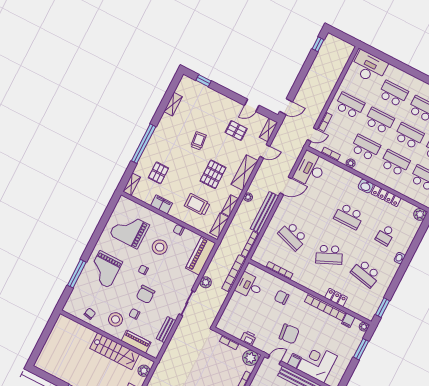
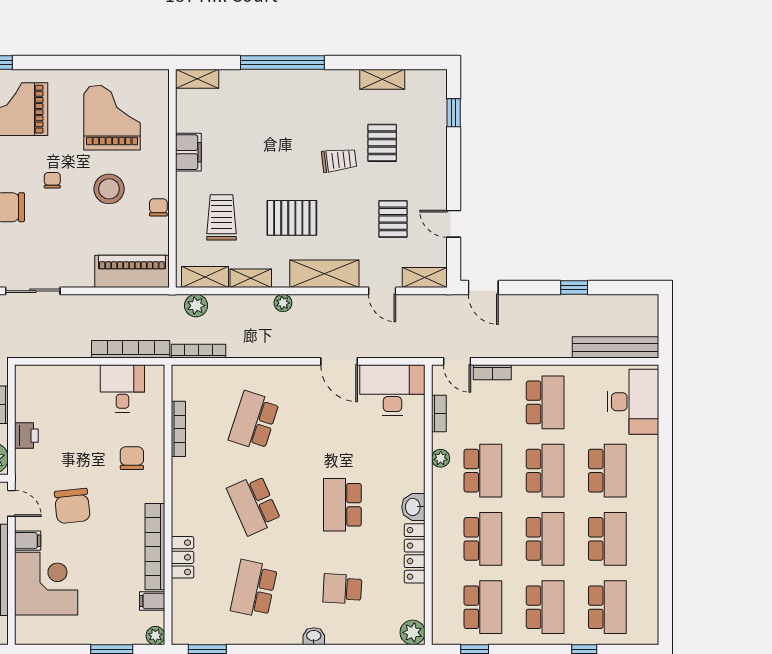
window: (318, 44) -> (574, 288), moved
pallet: (158, 173) -> (382, 143), moved, turned 90
bench: (265, 212) -> (616, 347), moved
plant: (206, 282) -> (196, 306), moved

